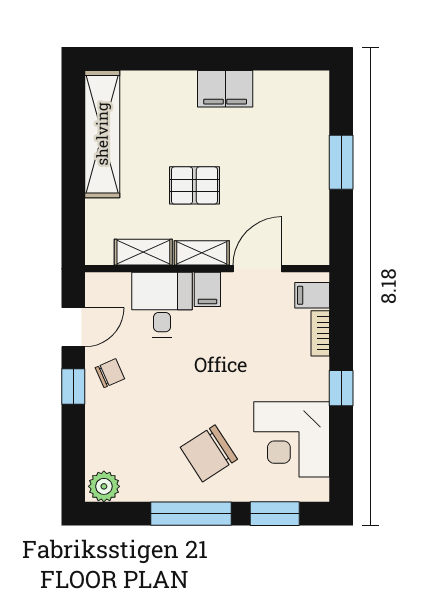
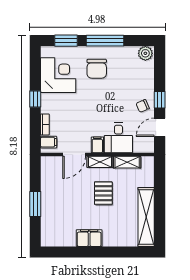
pallet: (194, 185) -> (103, 193), turned 90
chair: (209, 453) -> (97, 69), turned 123

